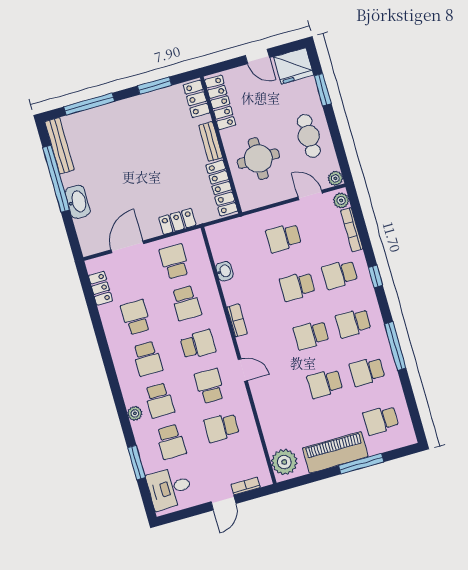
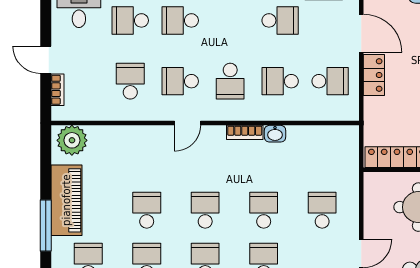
locker: (177, 221) -> (374, 75), moved
washbasin: (224, 271) -> (275, 134), moved
school desk: (148, 359) -> (230, 20), removed
school desk: (210, 386) -> (180, 81), turned 180

